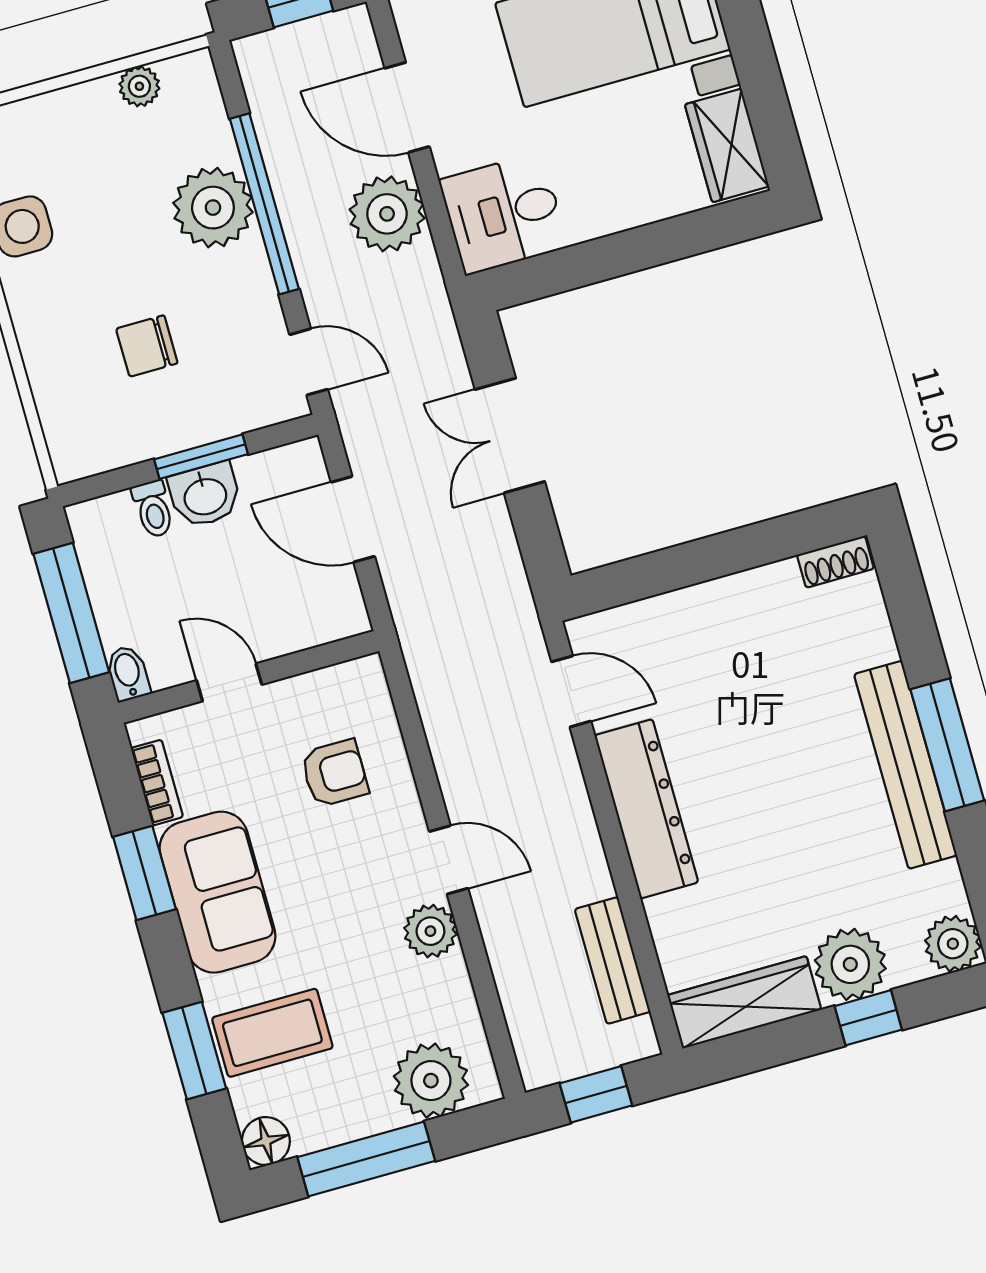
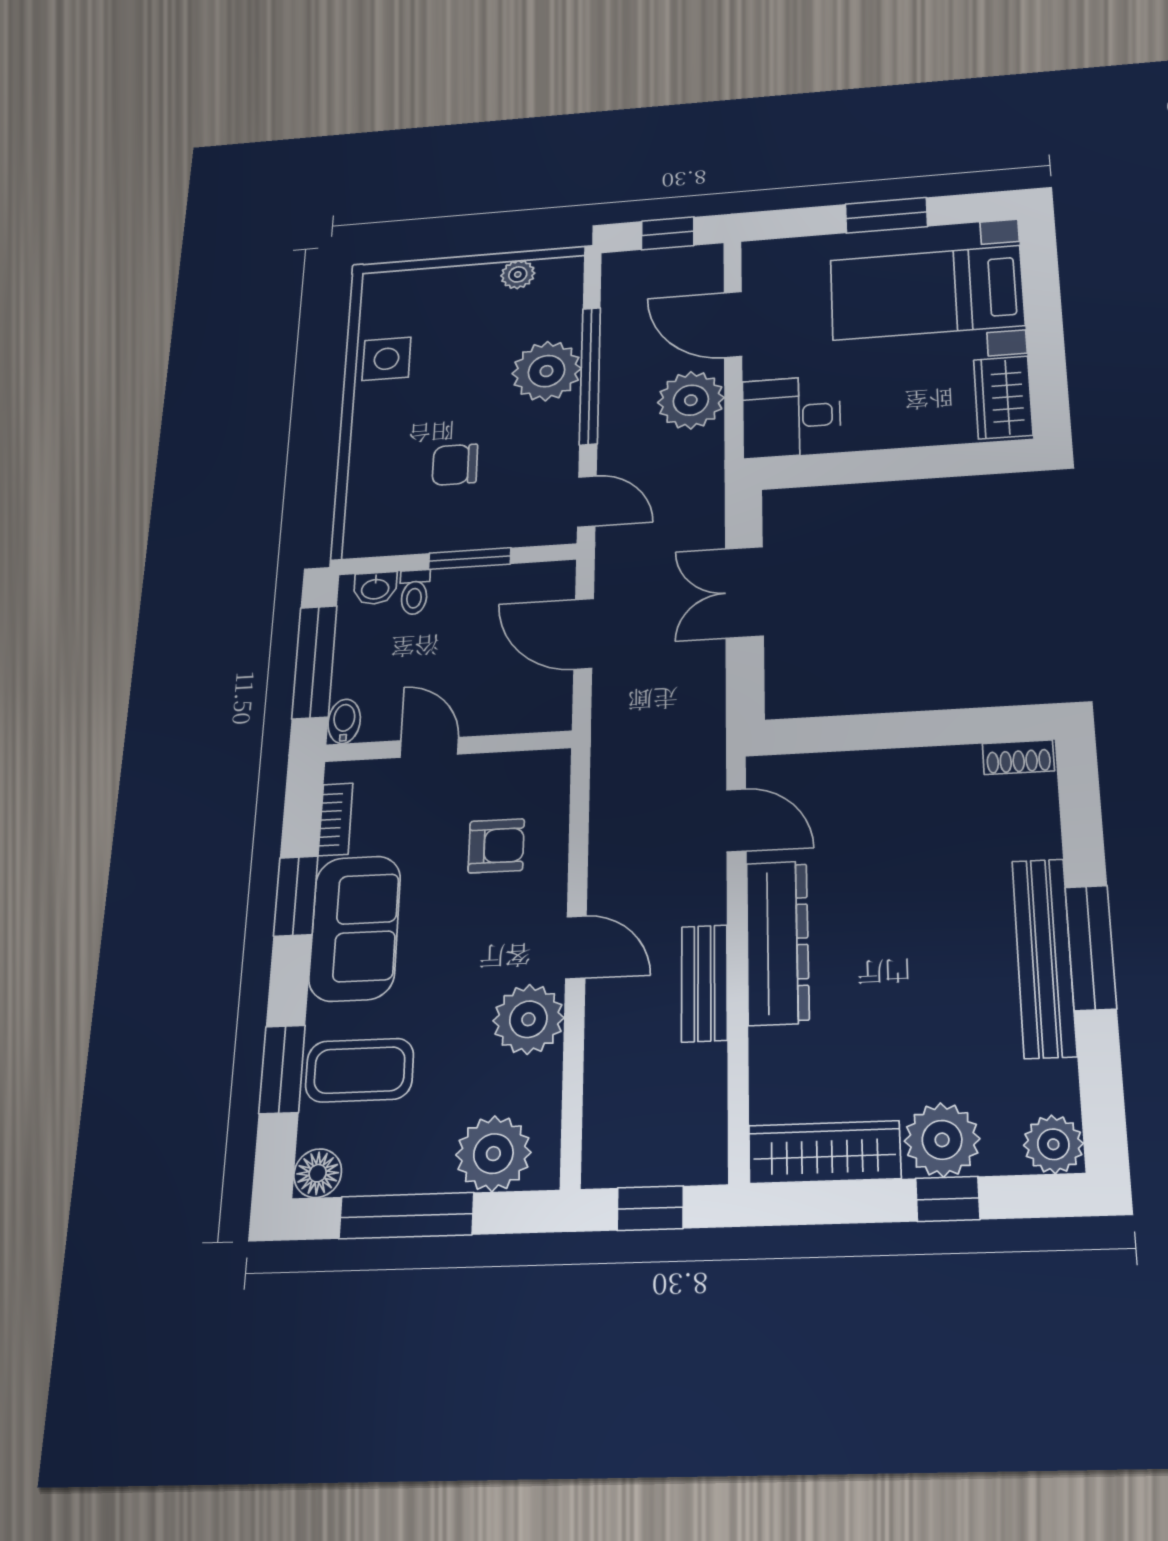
washbasin: (205, 495) -> (375, 588), moved, width x0.72, depth x0.69
plant: (430, 931) -> (528, 1019), width x1.36, depth x1.36
bench: (613, 960) -> (704, 983), moved

